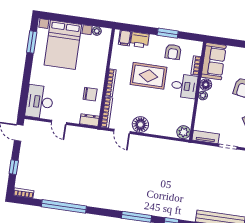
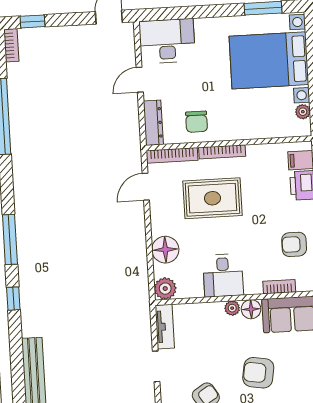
rug: (148, 76) -> (212, 198), moved, turned 90
desk: (184, 86) -> (223, 275), moved
dresser: (89, 120) -> (153, 123), width x1.44
floor lamp: (140, 125) -> (165, 250), moved
window: (14, 167) -> (33, 21), moved

